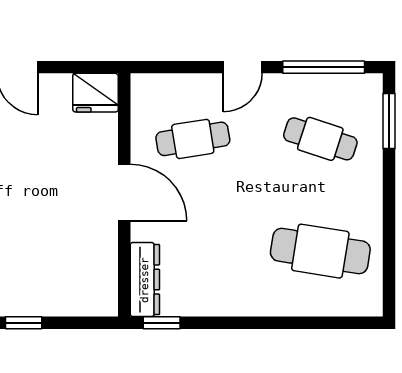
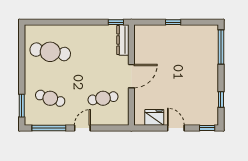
fridge: (95, 93) -> (154, 117), moved
door: (124, 192) -> (131, 76), swing flipped

